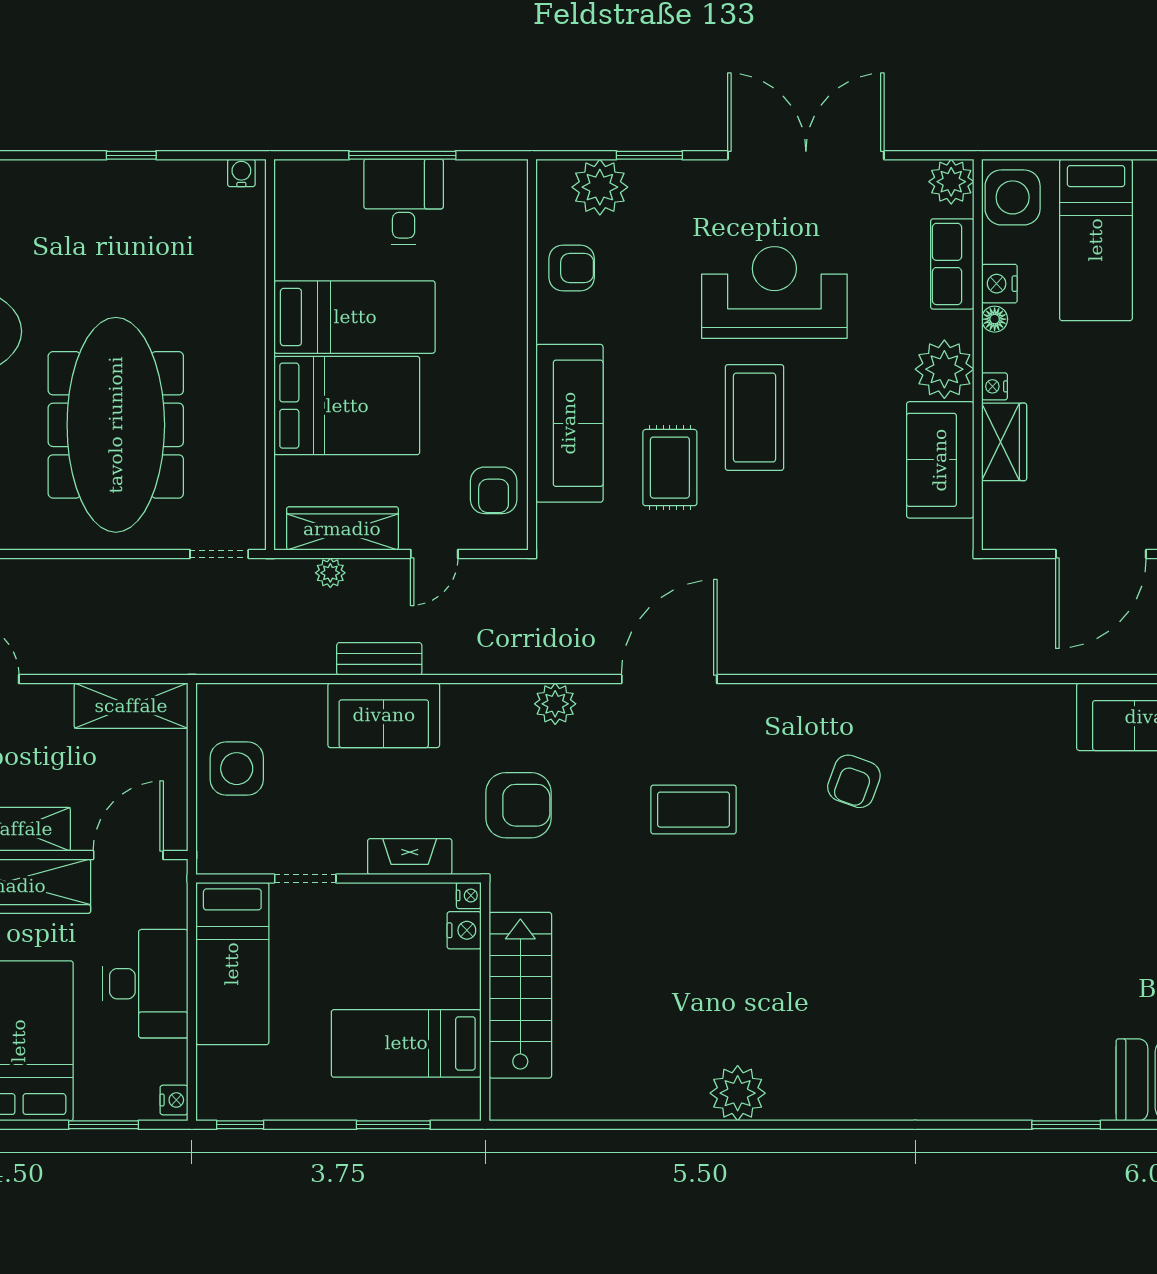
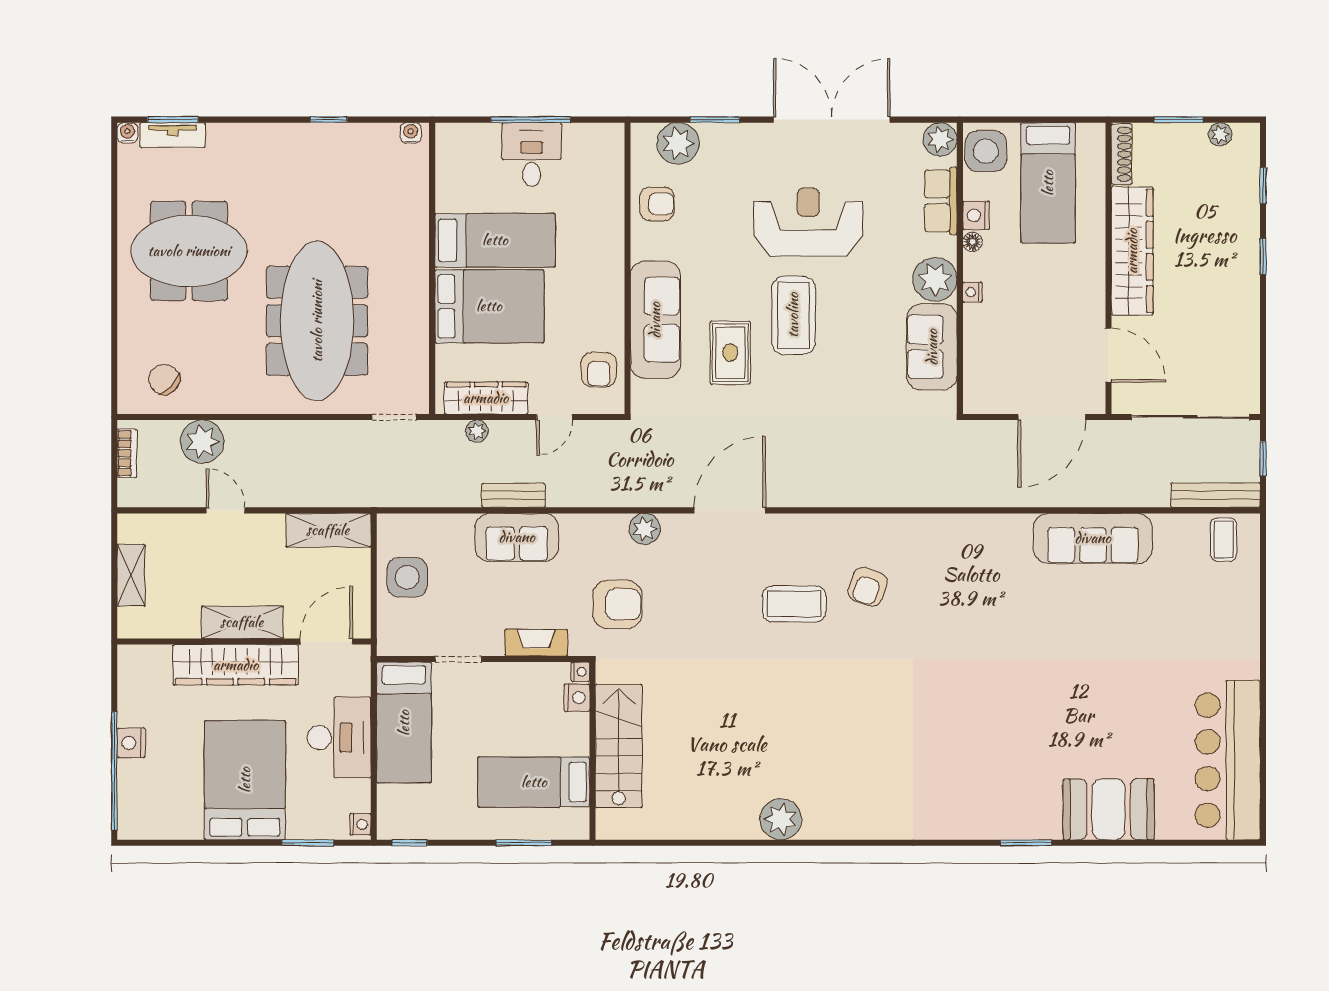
wardrobe: (1004, 442) -> (980, 333), removed
coffee table: (693, 810) -> (794, 604), moved

